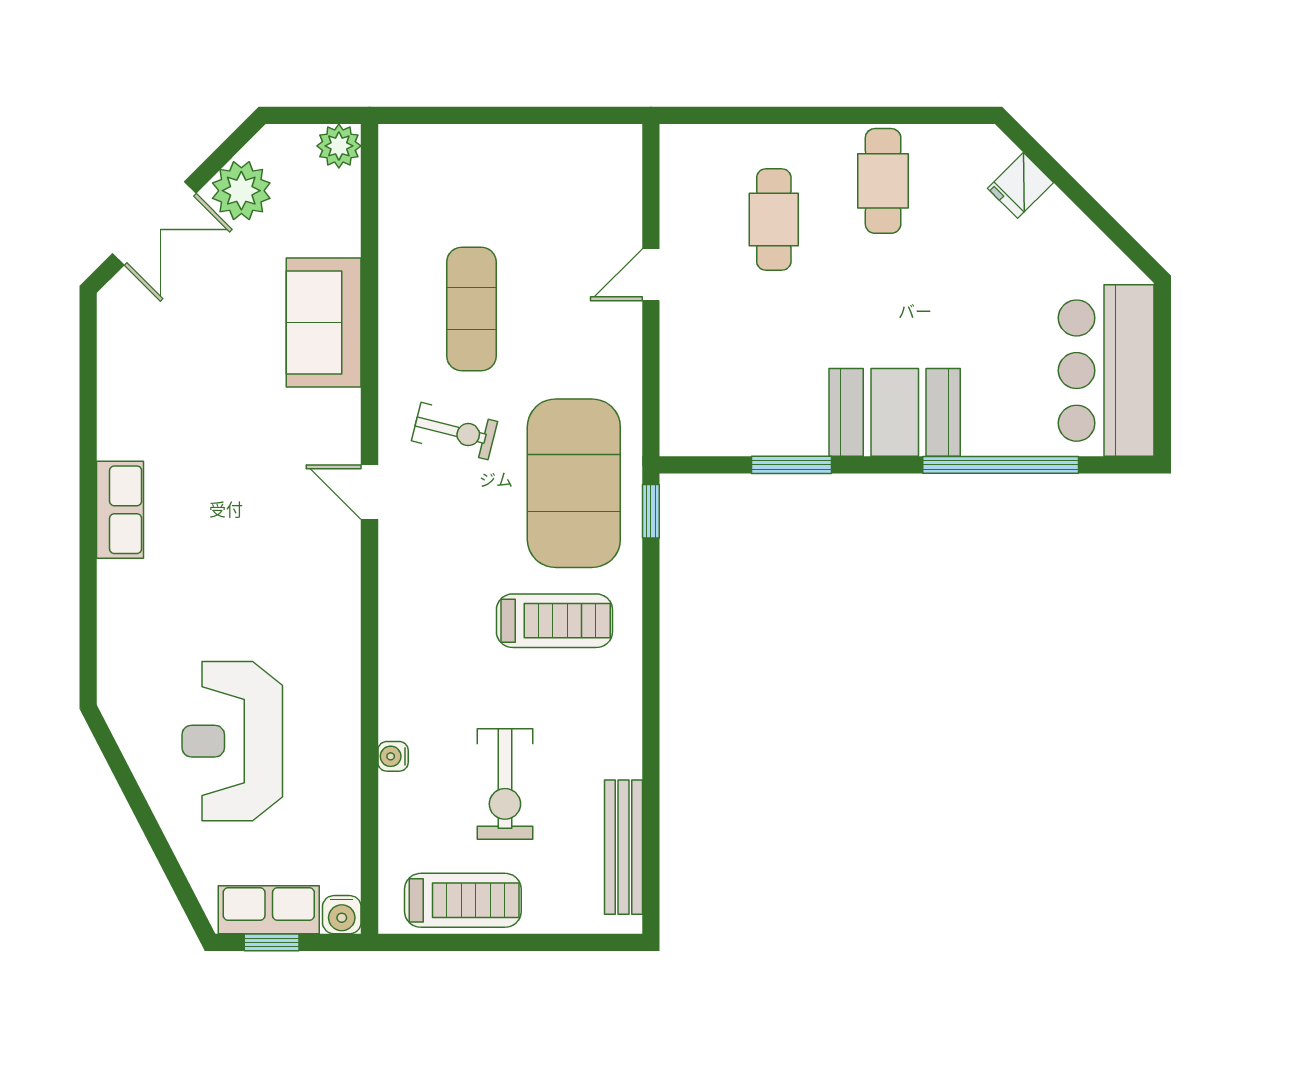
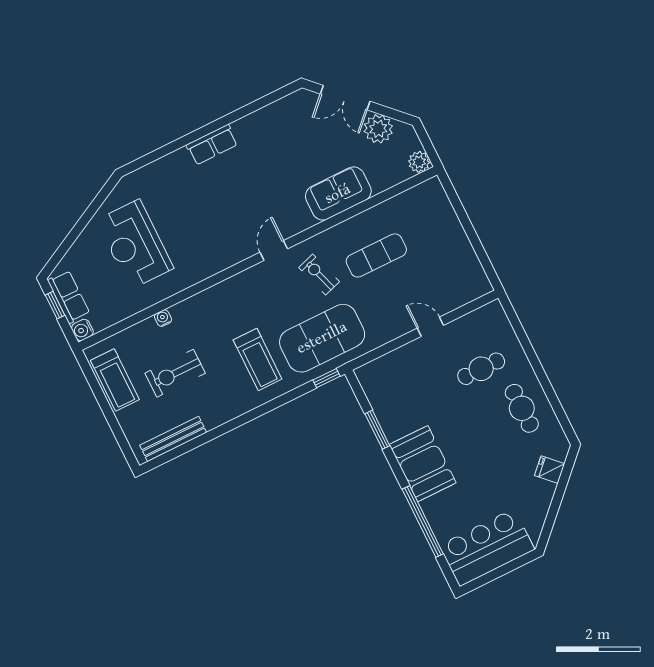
cafe table: (883, 181) -> (522, 408), turned 90
exercise bike: (454, 431) -> (319, 275), turned 148
reception desk: (232, 741) -> (135, 244), turned -90

